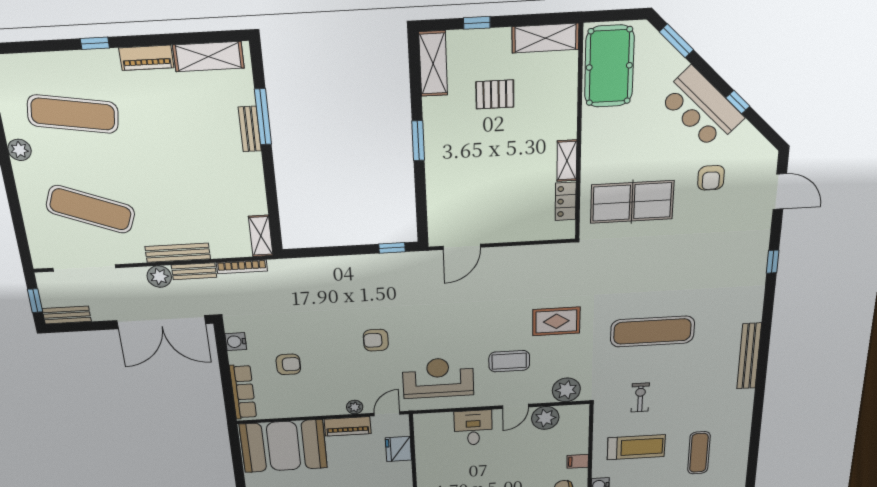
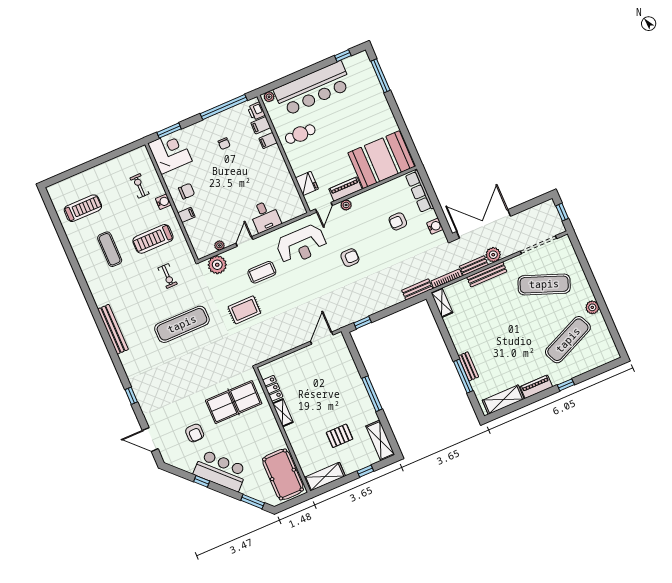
exercise mat: (73, 114) -> (568, 340), turned -33
window: (418, 141) -> (372, 394), width x1.44
armchair: (711, 178) -> (195, 433), turned 180
bench: (67, 315) -> (417, 289), moved
plant: (545, 418) -> (219, 245), width x0.53, depth x0.53

